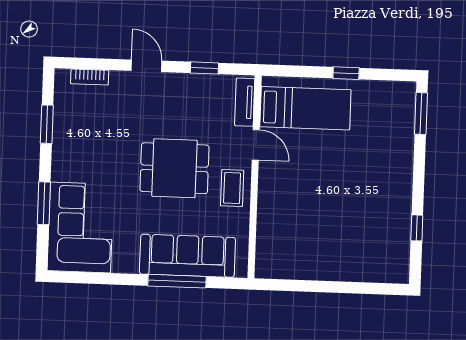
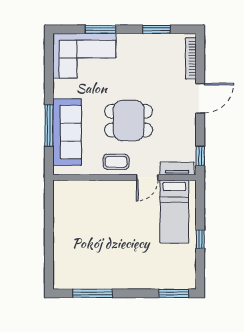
door: (146, 66) -> (200, 98), width x1.38
window: (204, 68) -> (200, 156), moved
bookcase: (90, 77) -> (191, 58), width x1.56
dining table: (174, 168) -> (129, 121), turned 90
window: (417, 228) -> (93, 293), width x2.17

